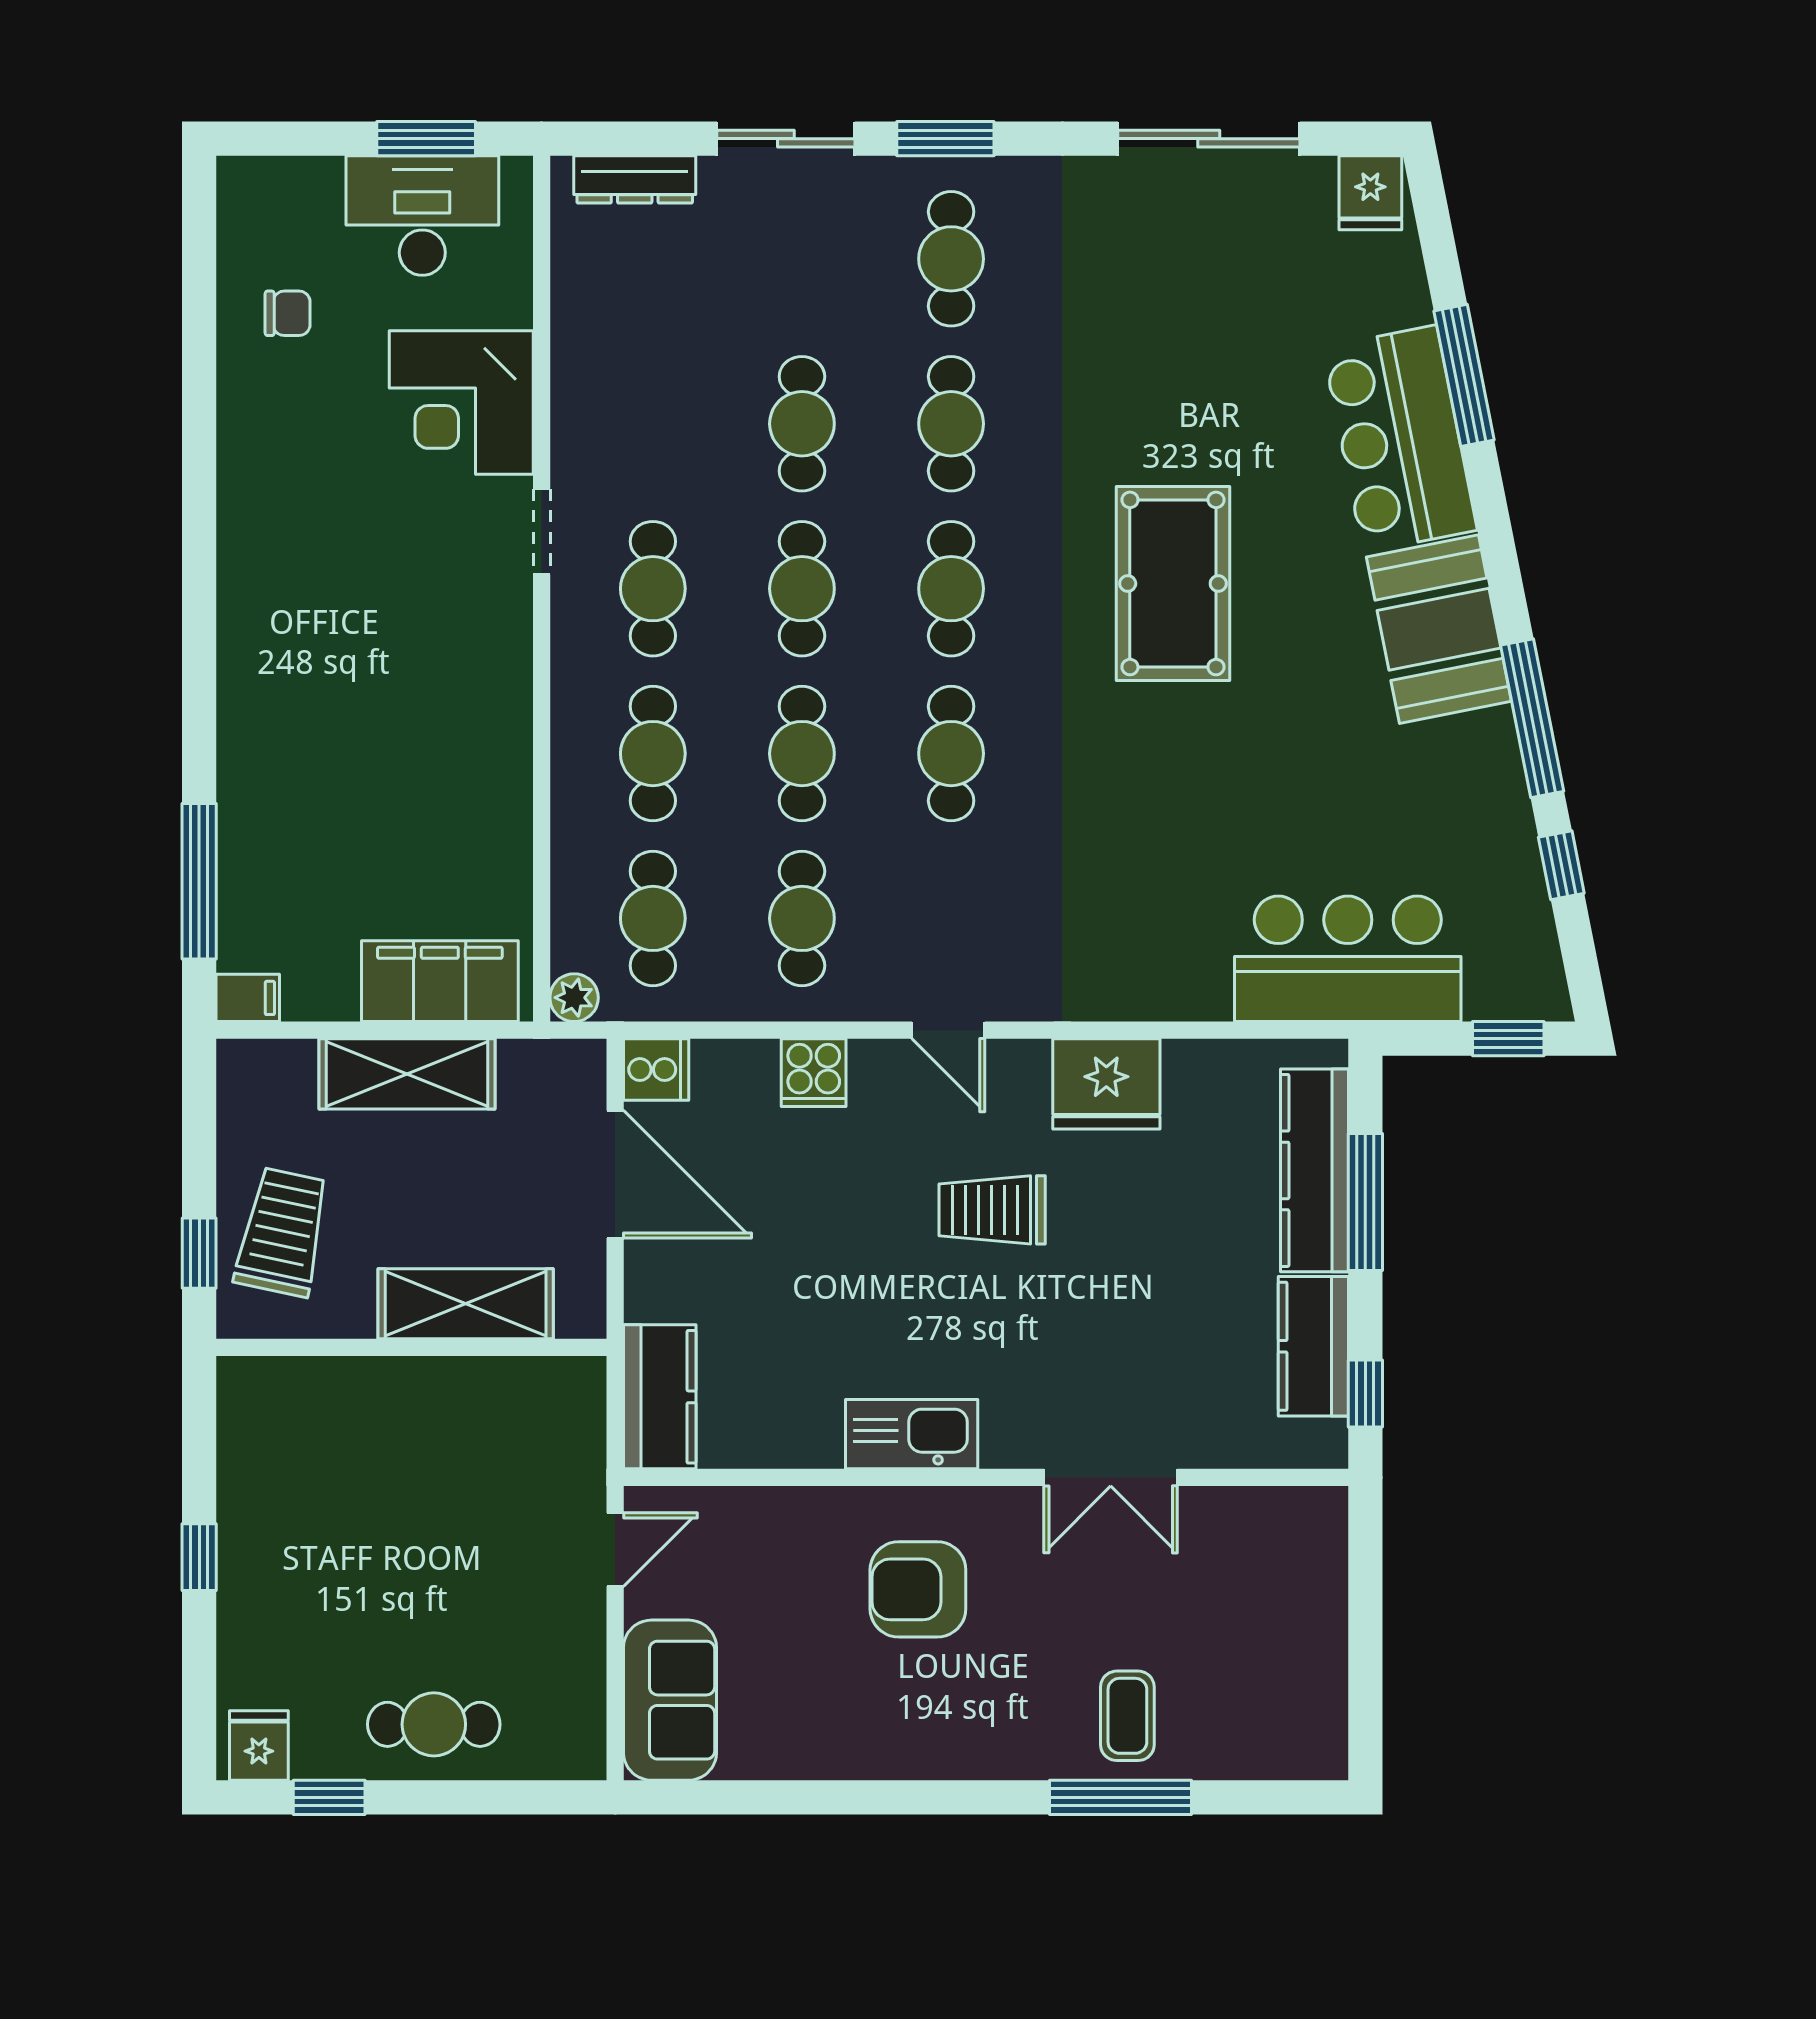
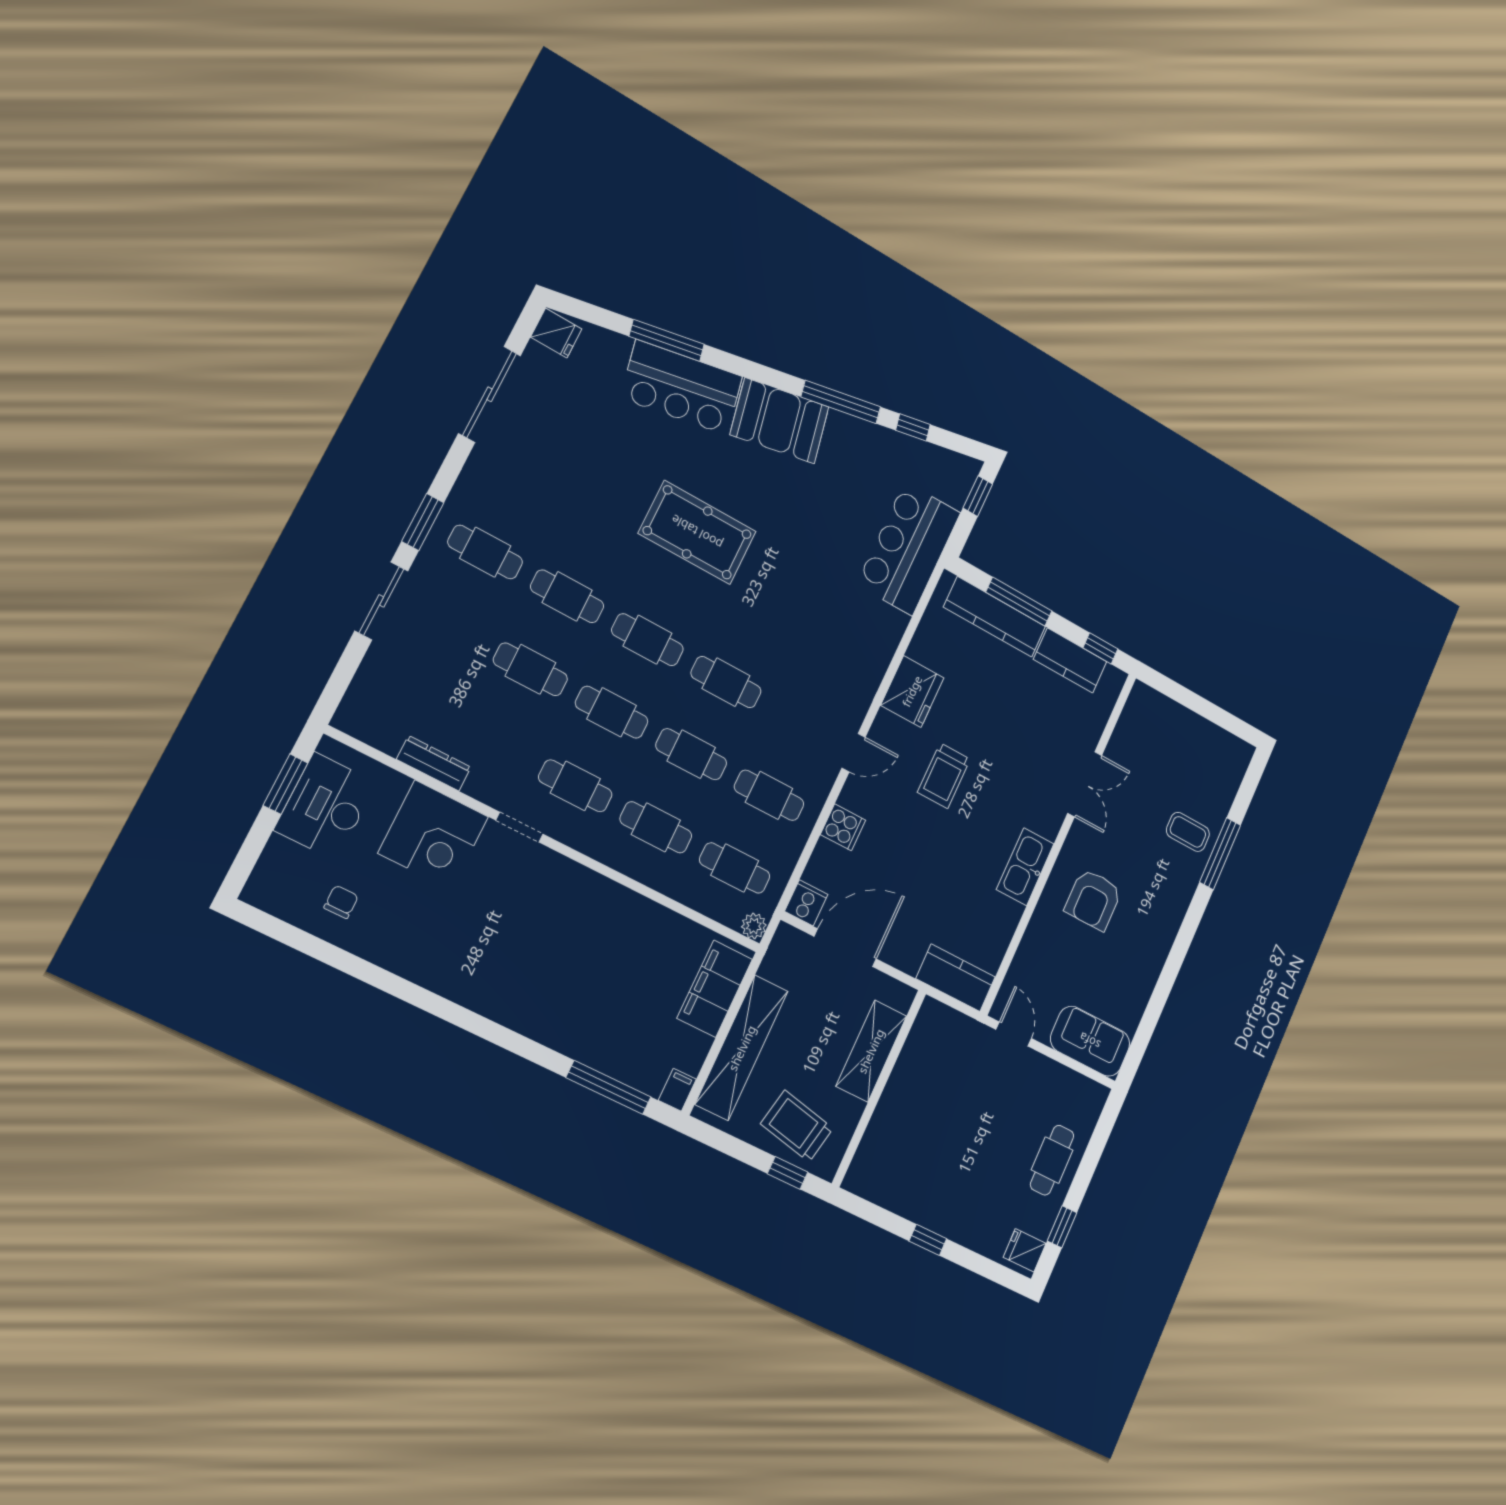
dresser: (635, 179) -> (434, 763), moved, turned -90
shelving: (407, 1074) -> (742, 1048), width x1.47

